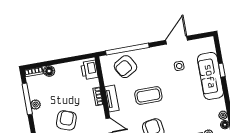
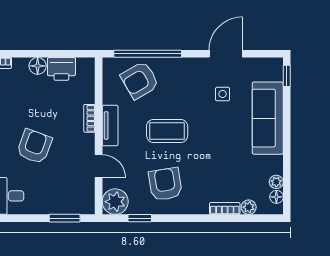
printer: (89, 70) -> (61, 69), moved, turned -90
window: (222, 70) -> (287, 76), moved
floor lamp: (49, 71) -> (38, 66), moved

